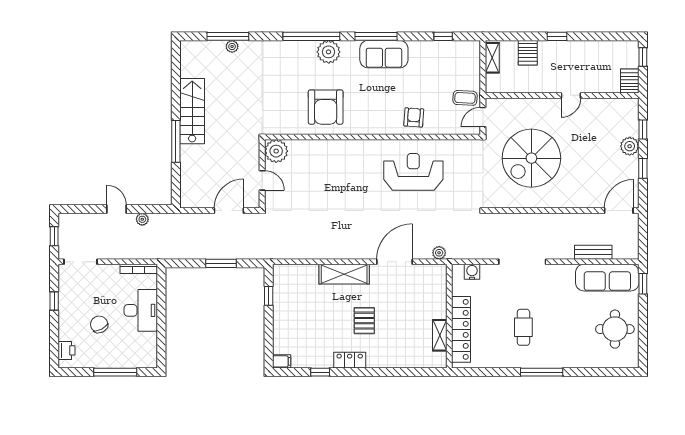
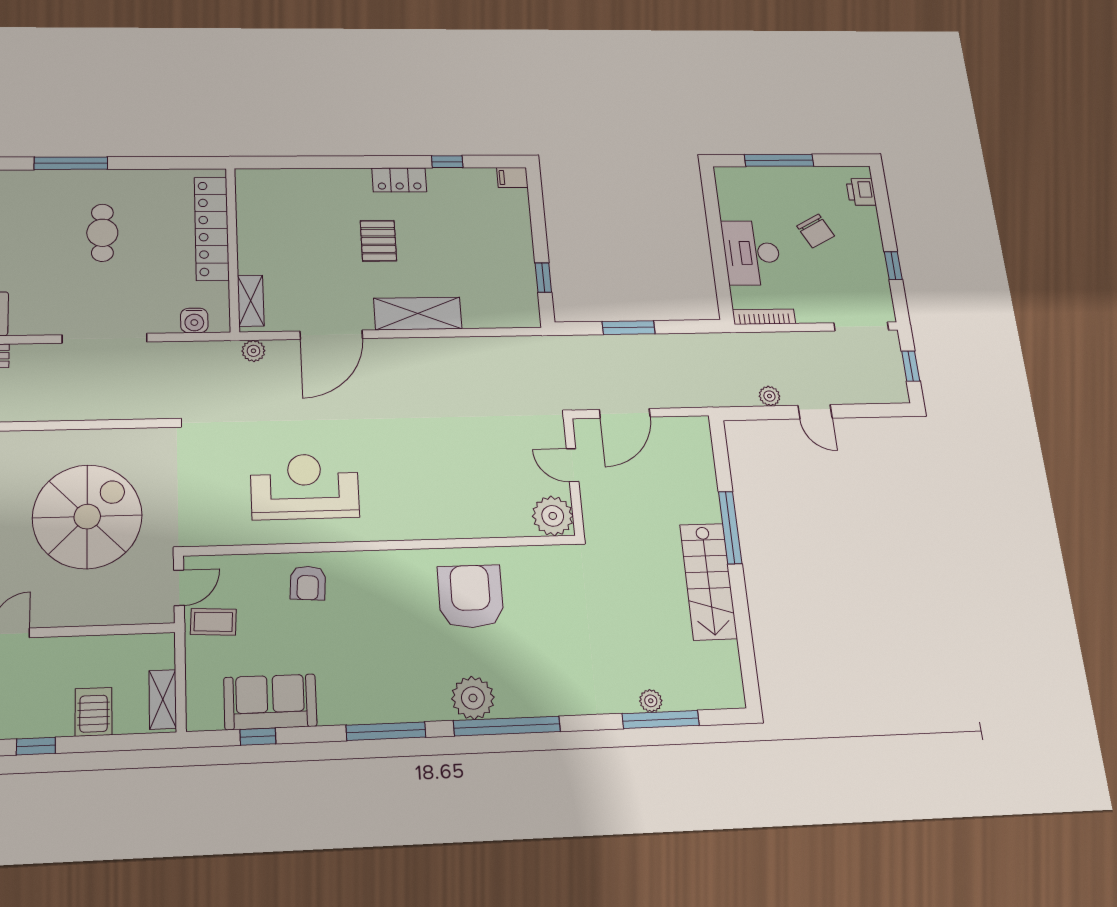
sofa: (384, 54) -> (270, 702), moved
reception desk: (413, 172) -> (305, 487), turned 180
shelving: (440, 335) -> (251, 301), moved

